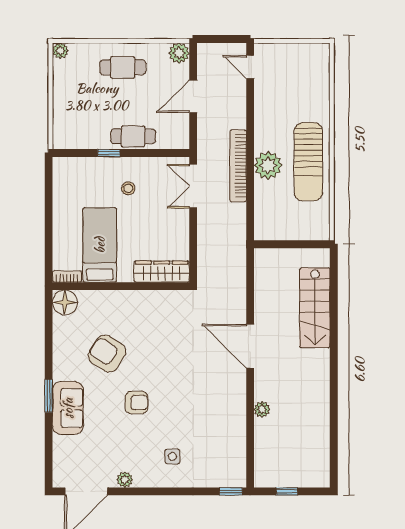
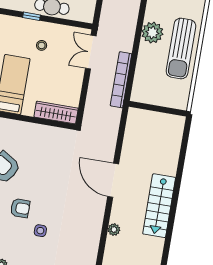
plant: (268, 165) -> (152, 33), moved
bookcase: (238, 166) -> (121, 80), moved
stairs: (315, 308) -> (159, 206), moved
side table: (172, 456) -> (40, 231), moved

